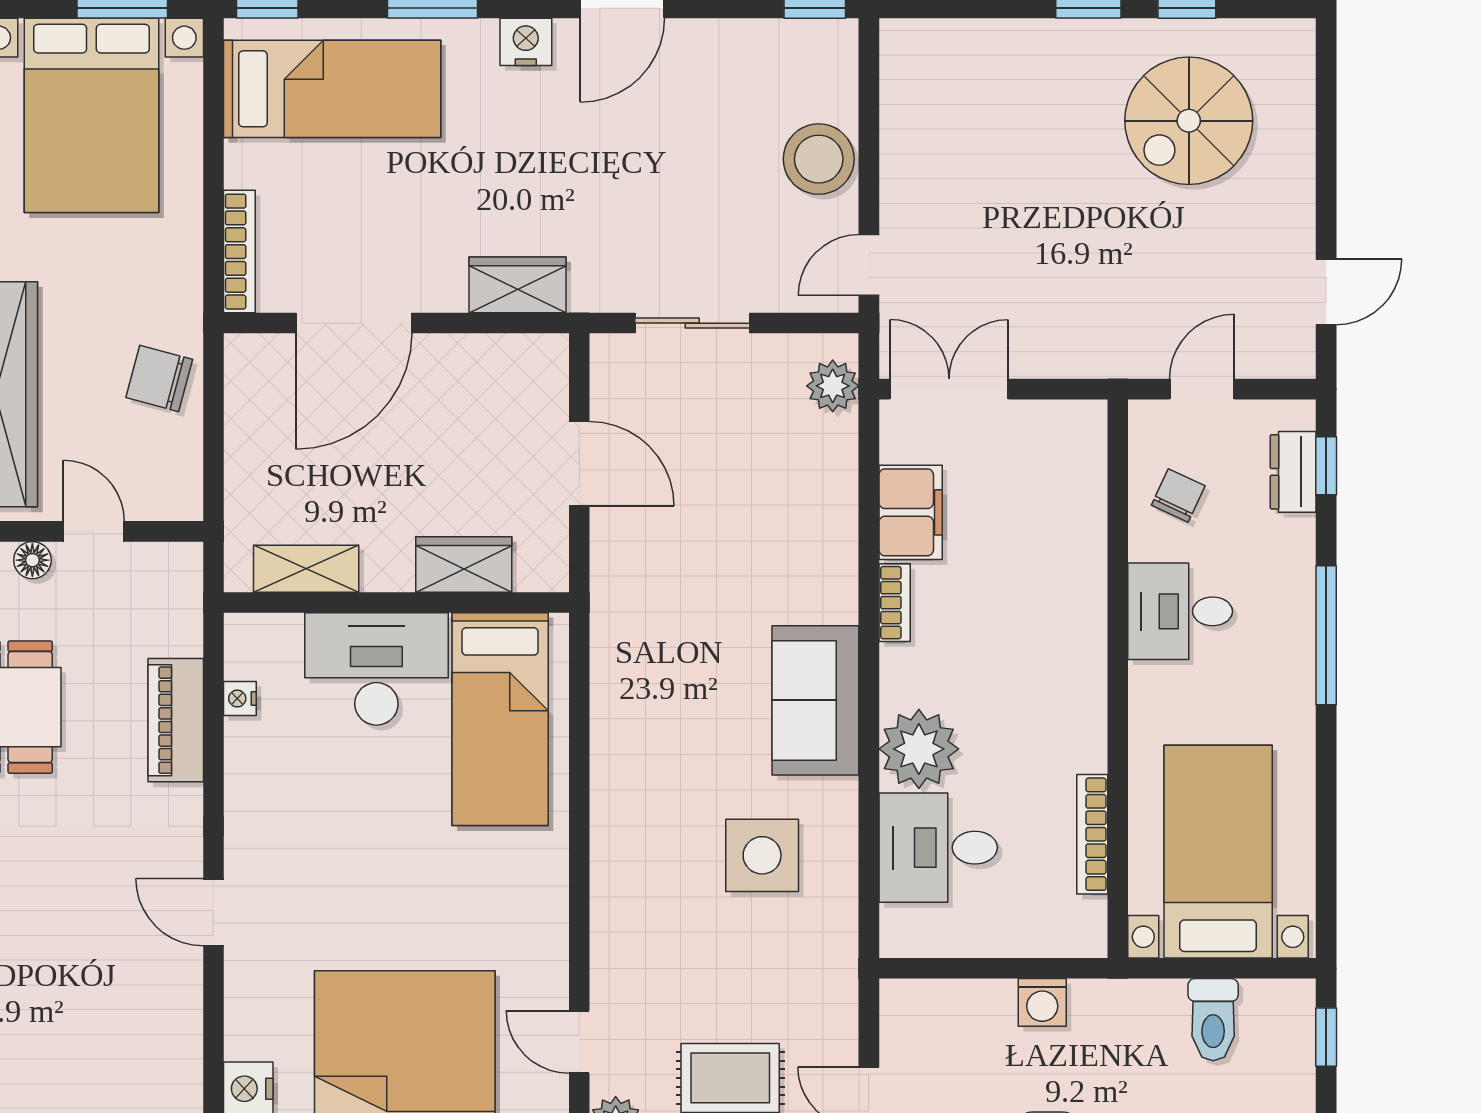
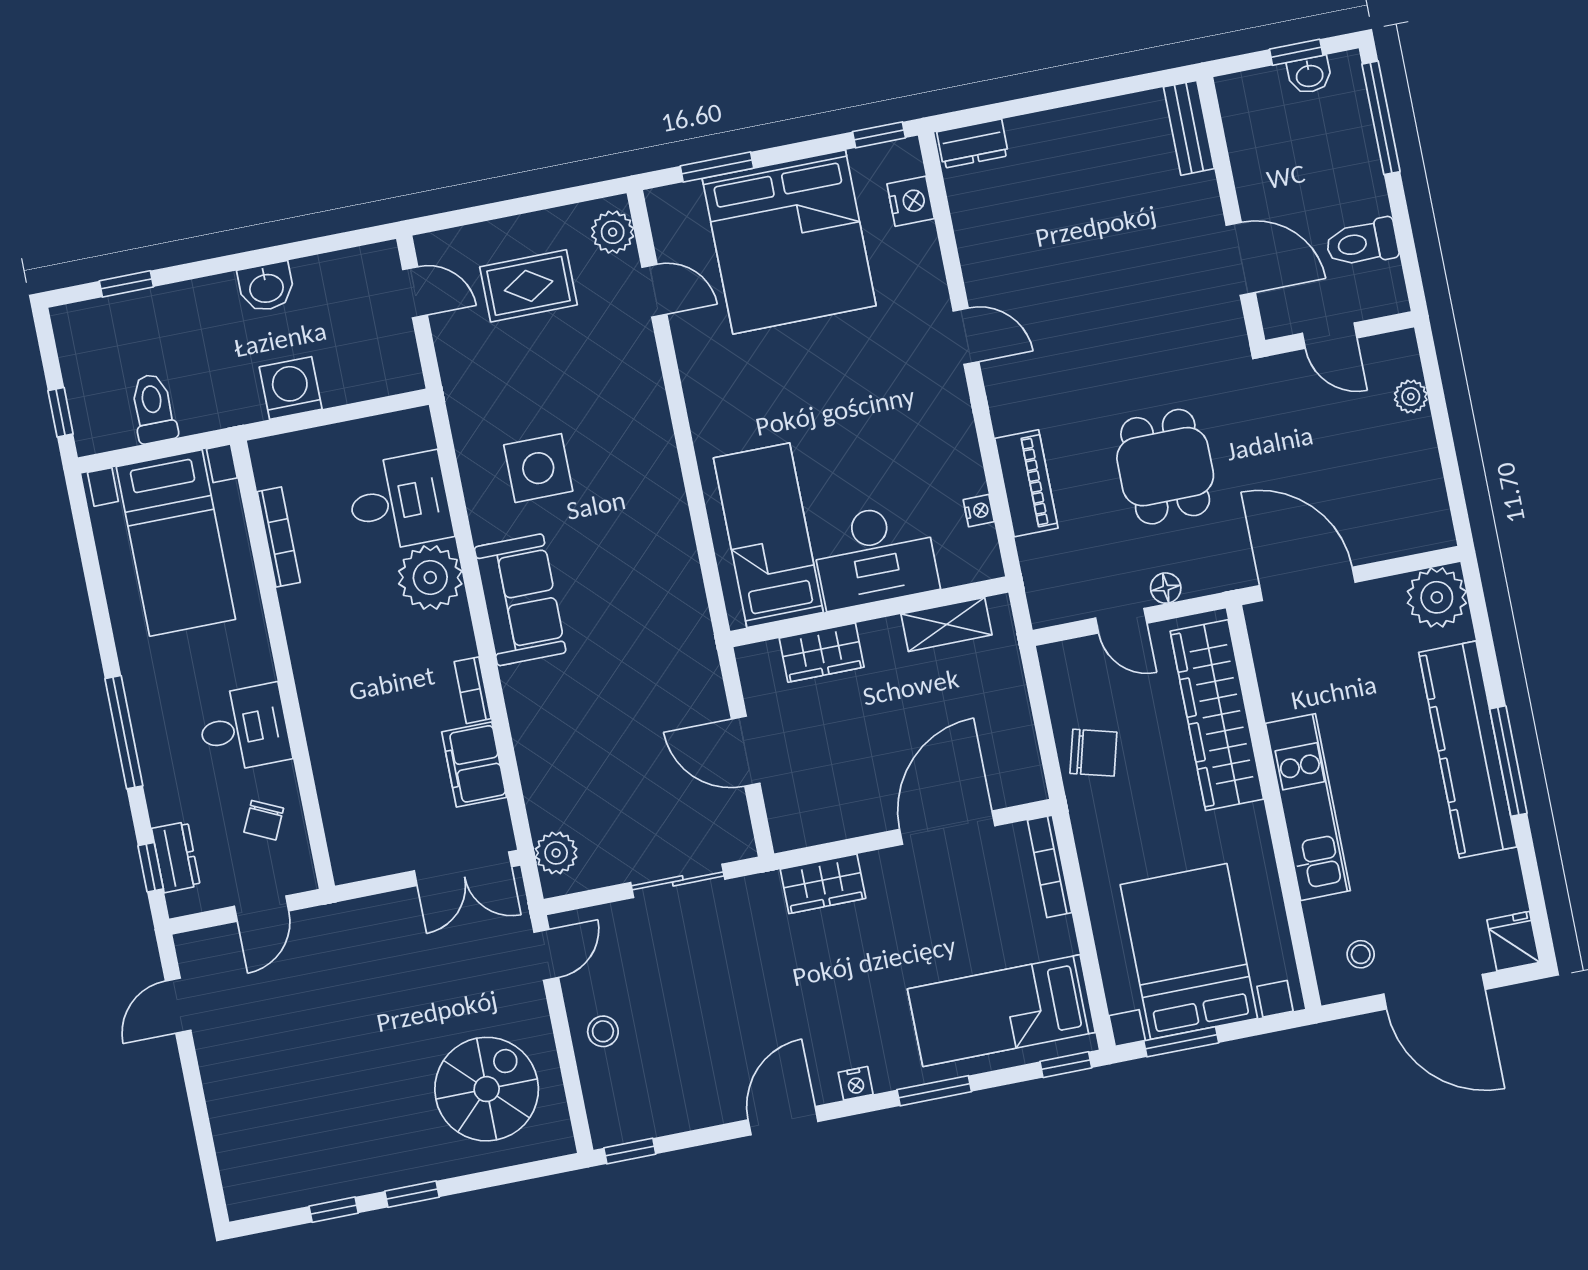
nightstand: (526, 42) -> (856, 1083), width x0.72, depth x0.74
spiral stairs: (1189, 121) -> (487, 1089), moved
stool: (819, 159) -> (603, 1031), width x0.53, depth x0.53
washing machine: (1042, 1002) -> (291, 388), width x1.38, depth x1.38

